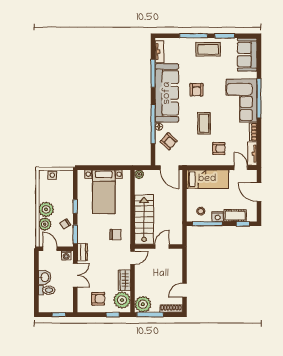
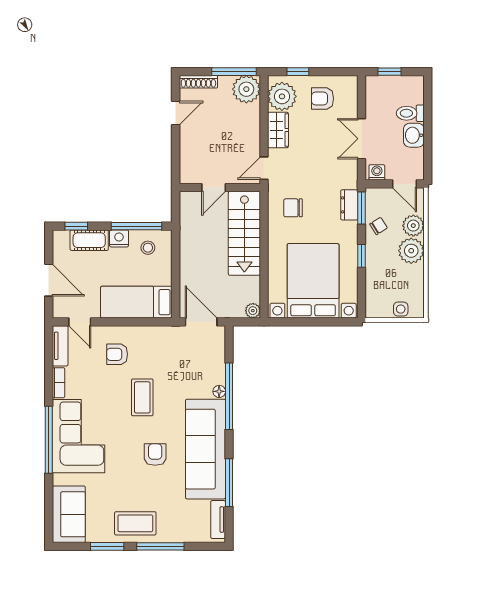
armchair: (169, 141) -> (202, 367), removed
bed with nightstands: (104, 192) -> (313, 281), width x1.36
dresser: (82, 252) -> (349, 205), moved

